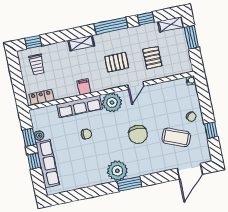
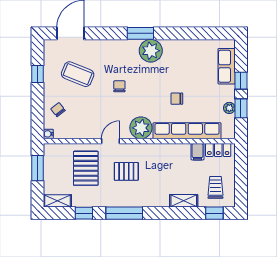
window: (191, 37) -> (37, 168), moved
shelving: (81, 43) -> (184, 201), moved
pallet: (152, 58) -> (86, 168), width x1.50, depth x1.42
filing cabinet: (84, 87) -> (198, 152), moved
row of seats: (79, 107) -> (187, 131), width x1.36
chair: (191, 117) -> (58, 110), moved
chair: (138, 134) -> (119, 86), width x0.54, depth x0.54
row of seats: (48, 164) -> (227, 66), width x0.68

